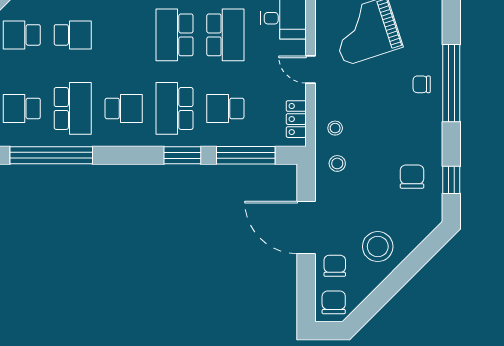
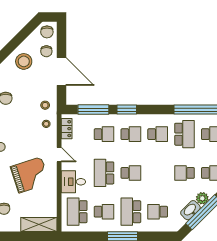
school desk: (174, 35) -> (131, 173), width x0.54
school desk: (73, 108) -> (185, 134), turned 180
school desk: (124, 108) -> (158, 134), turned 180
school desk: (174, 108) -> (131, 134), width x0.54

